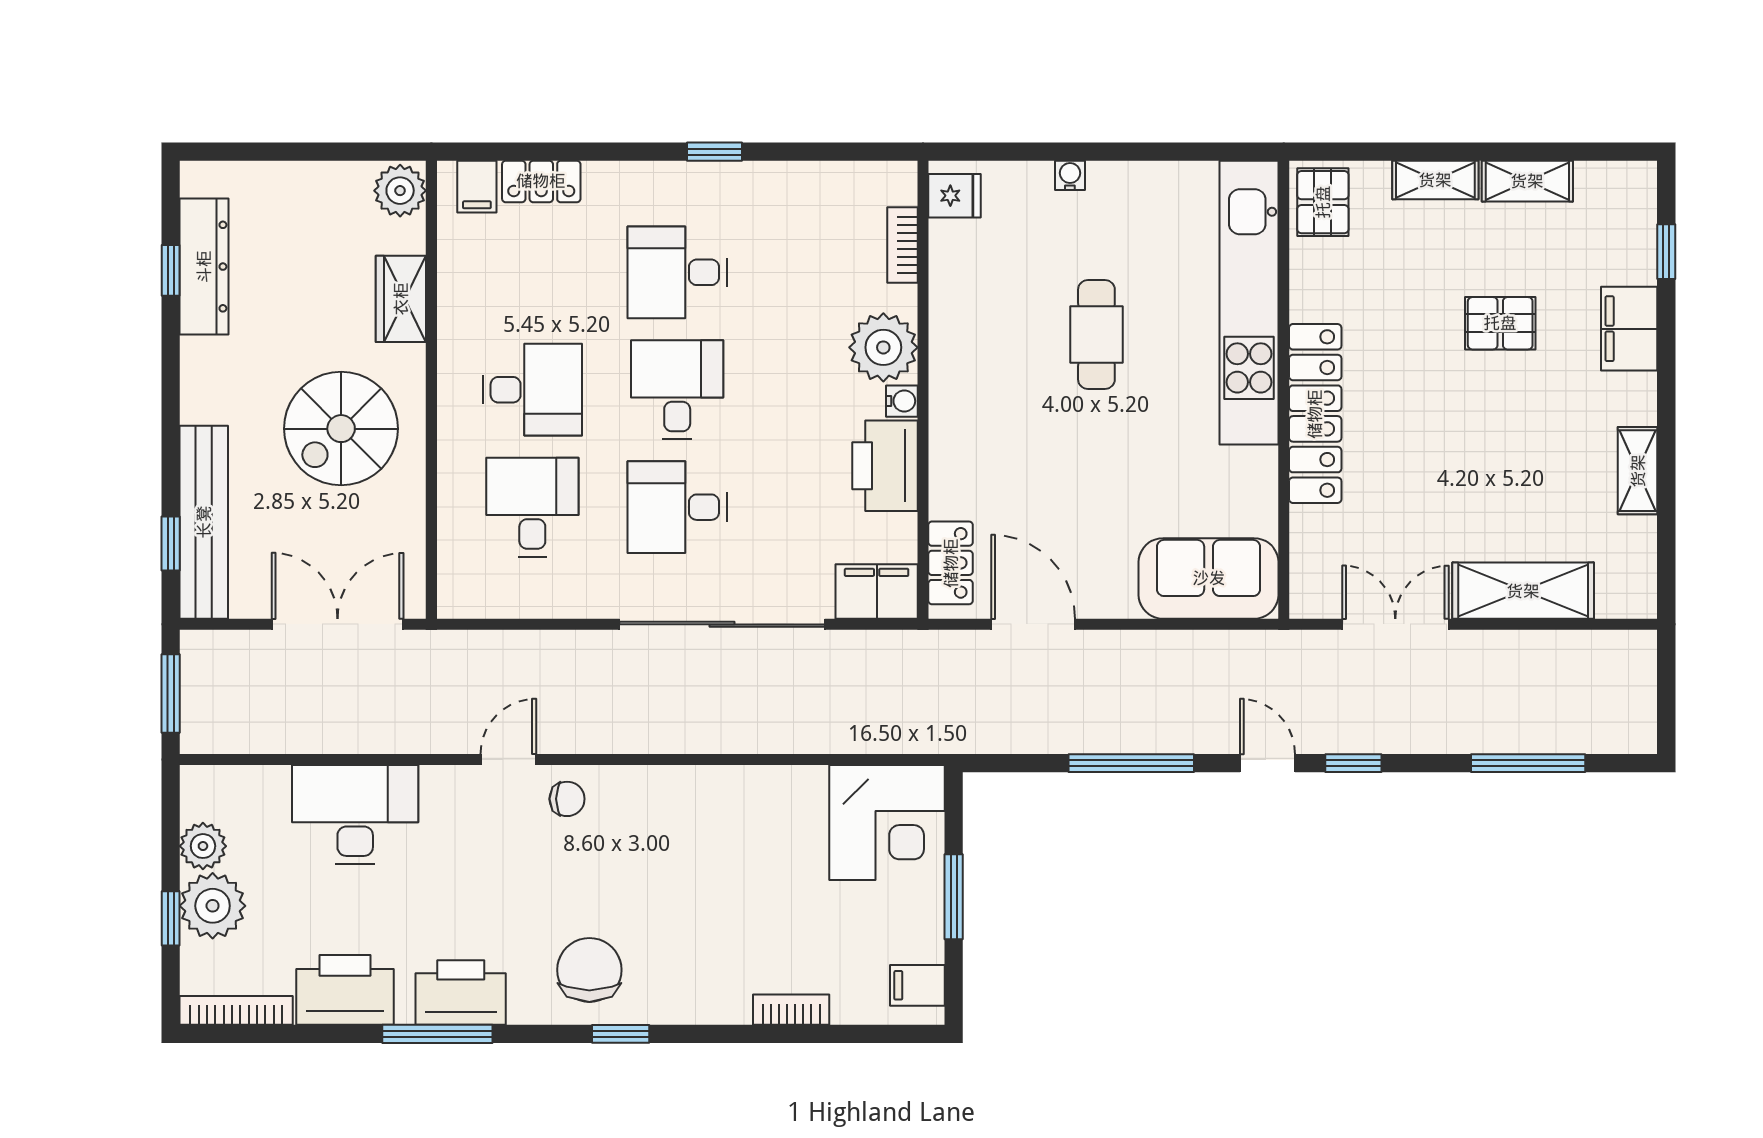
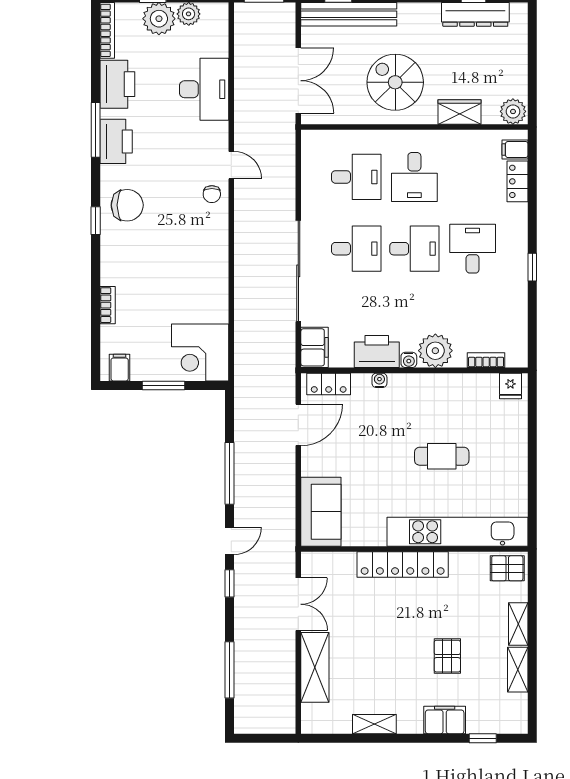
water cooler: (1070, 175) -> (379, 380), moved, turned -90
desk: (677, 507) -> (356, 249), turned 90

